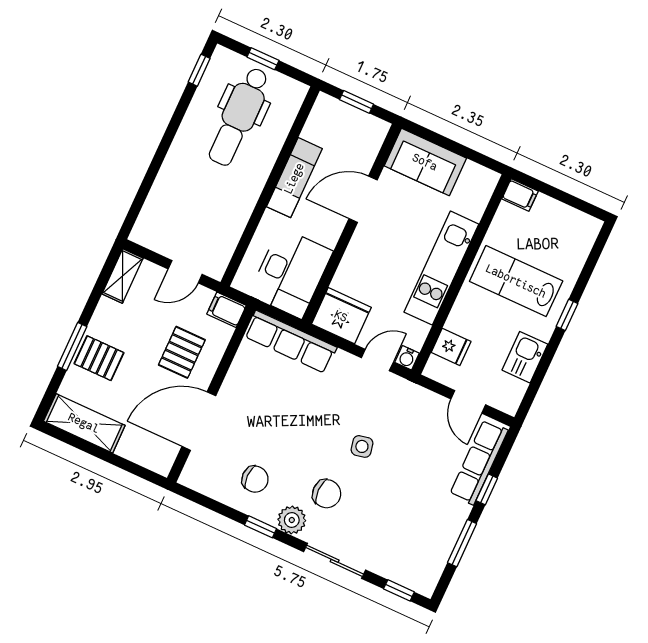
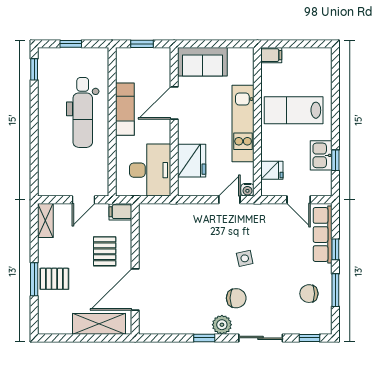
dental chair: (239, 116) -> (83, 112), moved
window: (567, 315) -> (335, 160), moved
fridge: (341, 316) -> (192, 161), moved, turned 90
row of seats: (290, 342) -> (170, 213), removed
shelving: (84, 423) -> (99, 324), moved
chair: (255, 479) -> (309, 294), moved, turned 180

